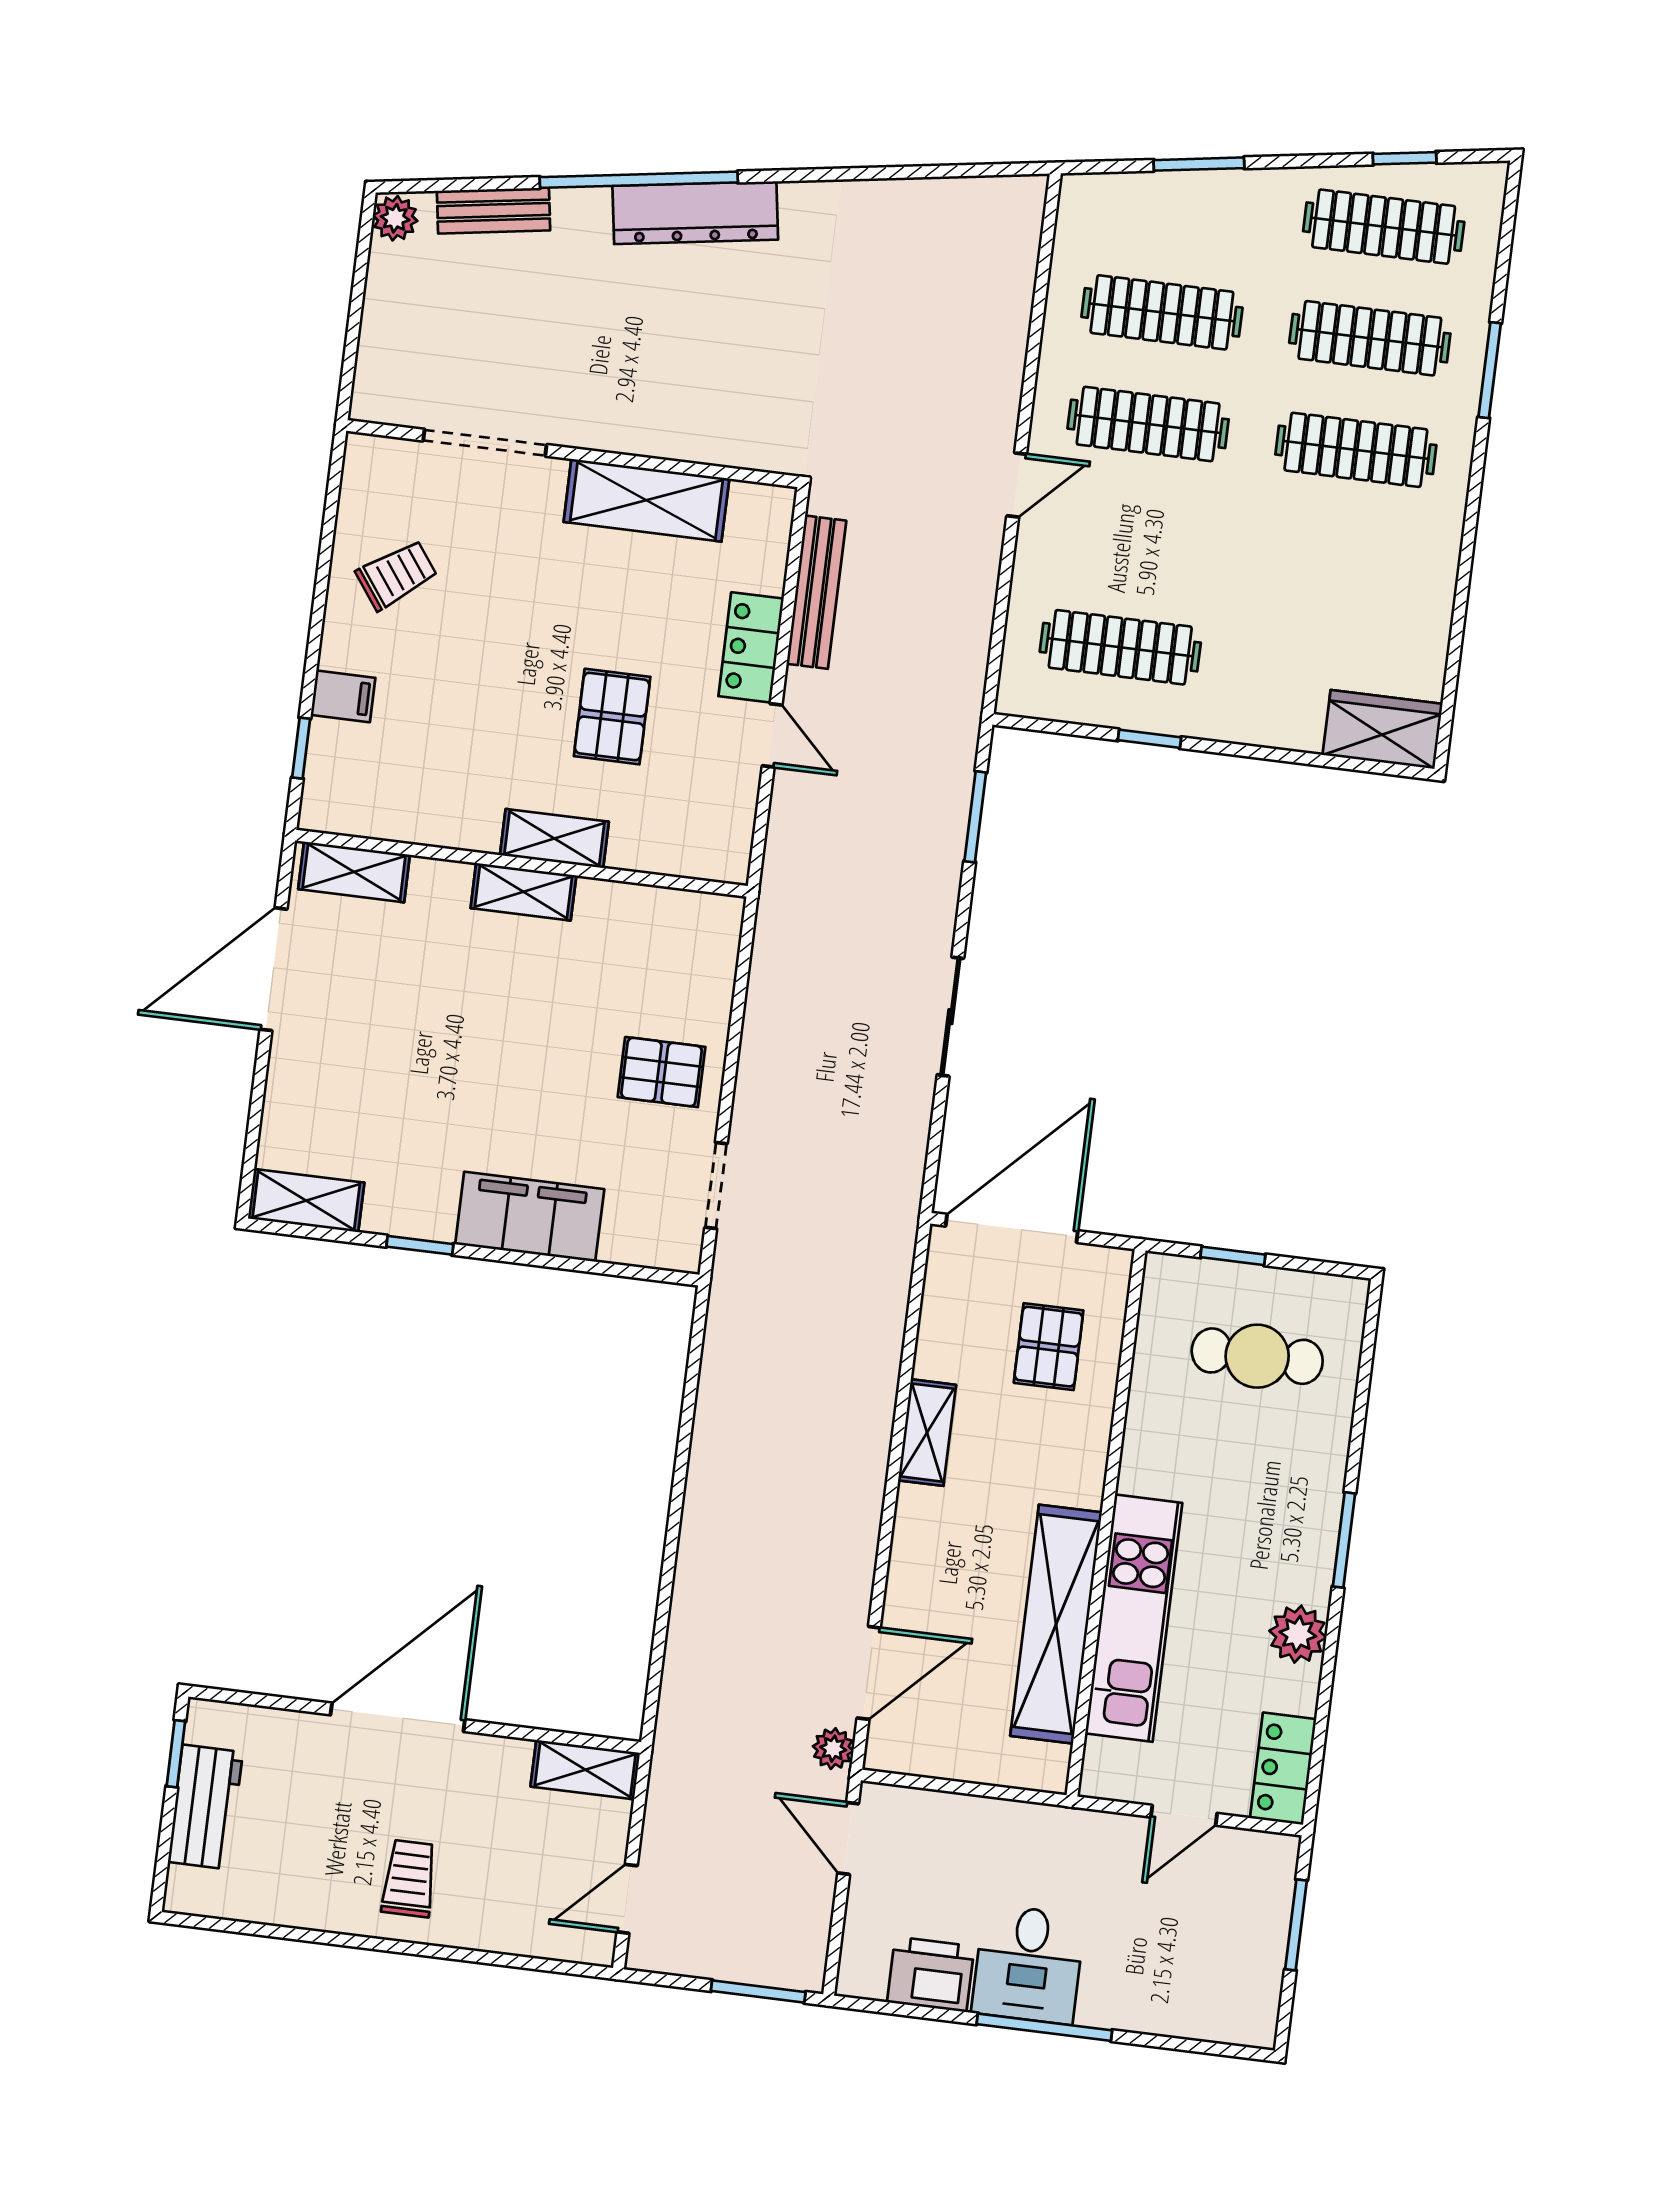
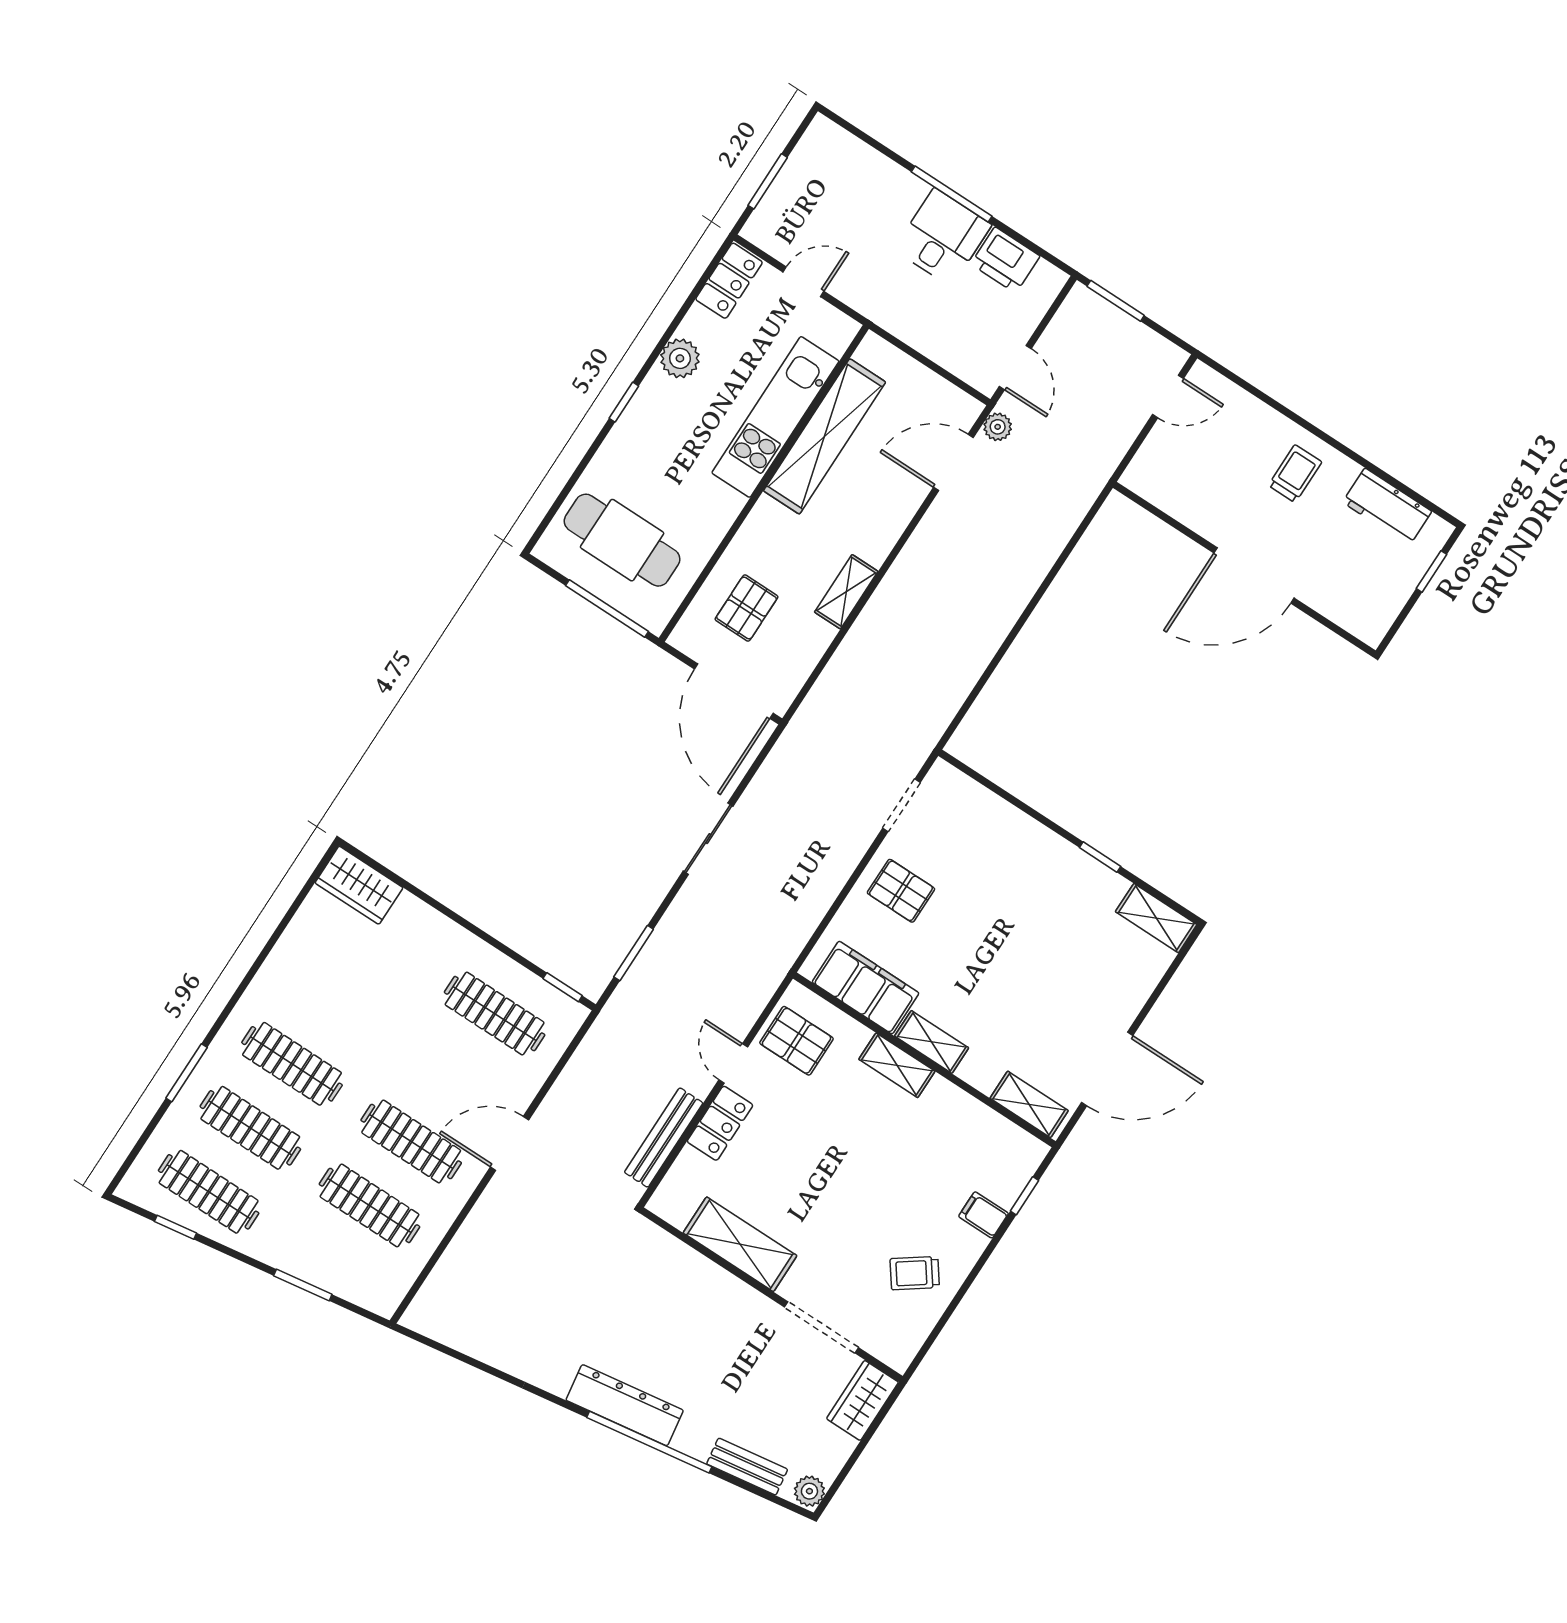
wardrobe: (384, 373) -> (862, 1400), added
door: (1017, 485) -> (510, 1143), width x1.38
pallet: (612, 717) -> (796, 1041), moved, turned 90
window: (1149, 739) -> (563, 987), moved
filing cabinet: (530, 1217) -> (866, 988), moved, turned 180
door: (1012, 1228) -> (734, 691), hinge flipped
window: (1233, 1256) -> (607, 608), width x2.17
cafe table: (1257, 1356) -> (622, 540), width x1.37, depth x1.35
window: (1344, 1540) -> (624, 402), width x0.67
window: (176, 1754) -> (1432, 571), moved
shelving: (585, 1770) -> (1155, 488), removed
workbench: (205, 1807) -> (1387, 507), moved, turned -90
trolley: (409, 1879) -> (1295, 474), turned 180

